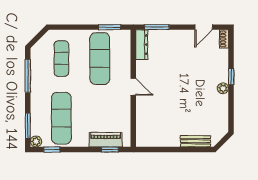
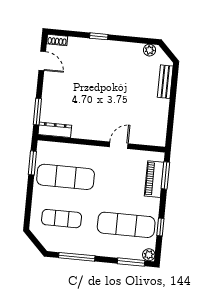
door: (133, 87) -> (119, 145), moved
plant: (223, 88) -> (150, 50), moved
window: (52, 150) -> (160, 227), moved
window: (110, 150) -> (165, 175), width x1.50

